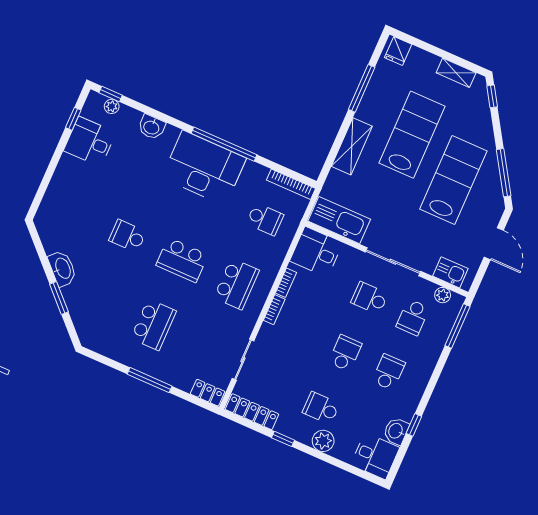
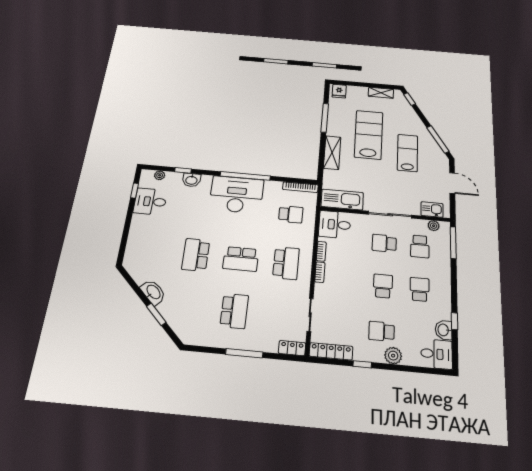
window: (111, 94) -> (183, 170), moved
lab bench: (453, 180) -> (408, 153), width x0.73, depth x0.72
school desk: (128, 236) -> (196, 255), width x1.85

